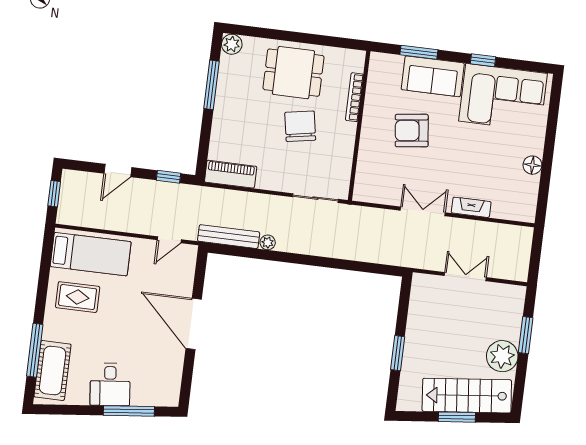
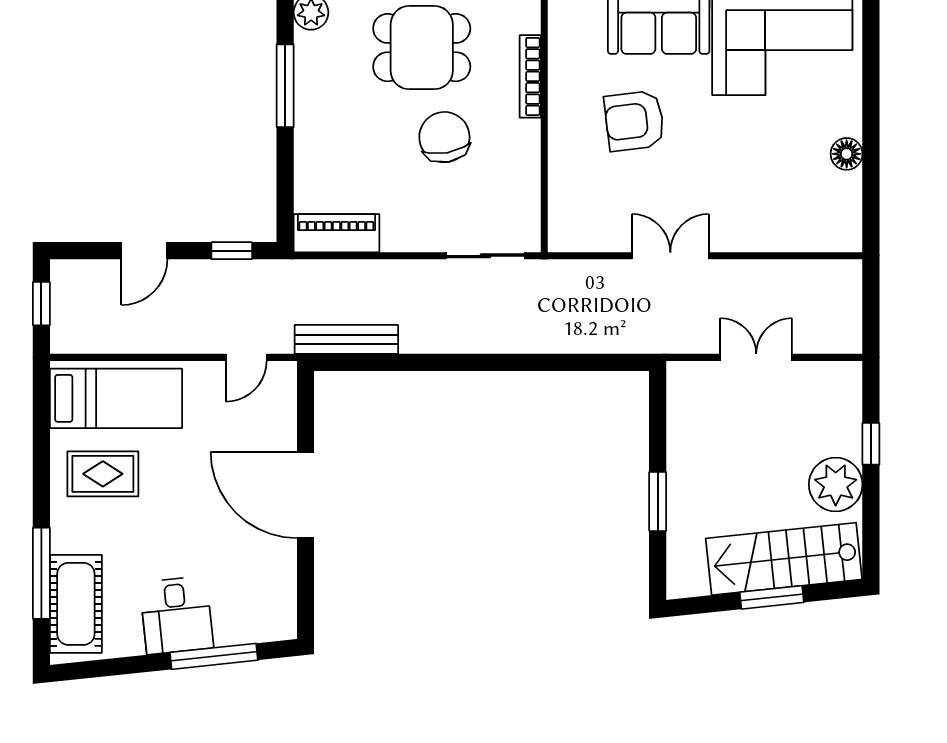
fireplace: (471, 207) -> (752, 238), removed
plant: (268, 242) -> (414, 341), removed
window: (526, 335) -> (871, 444), width x0.67

